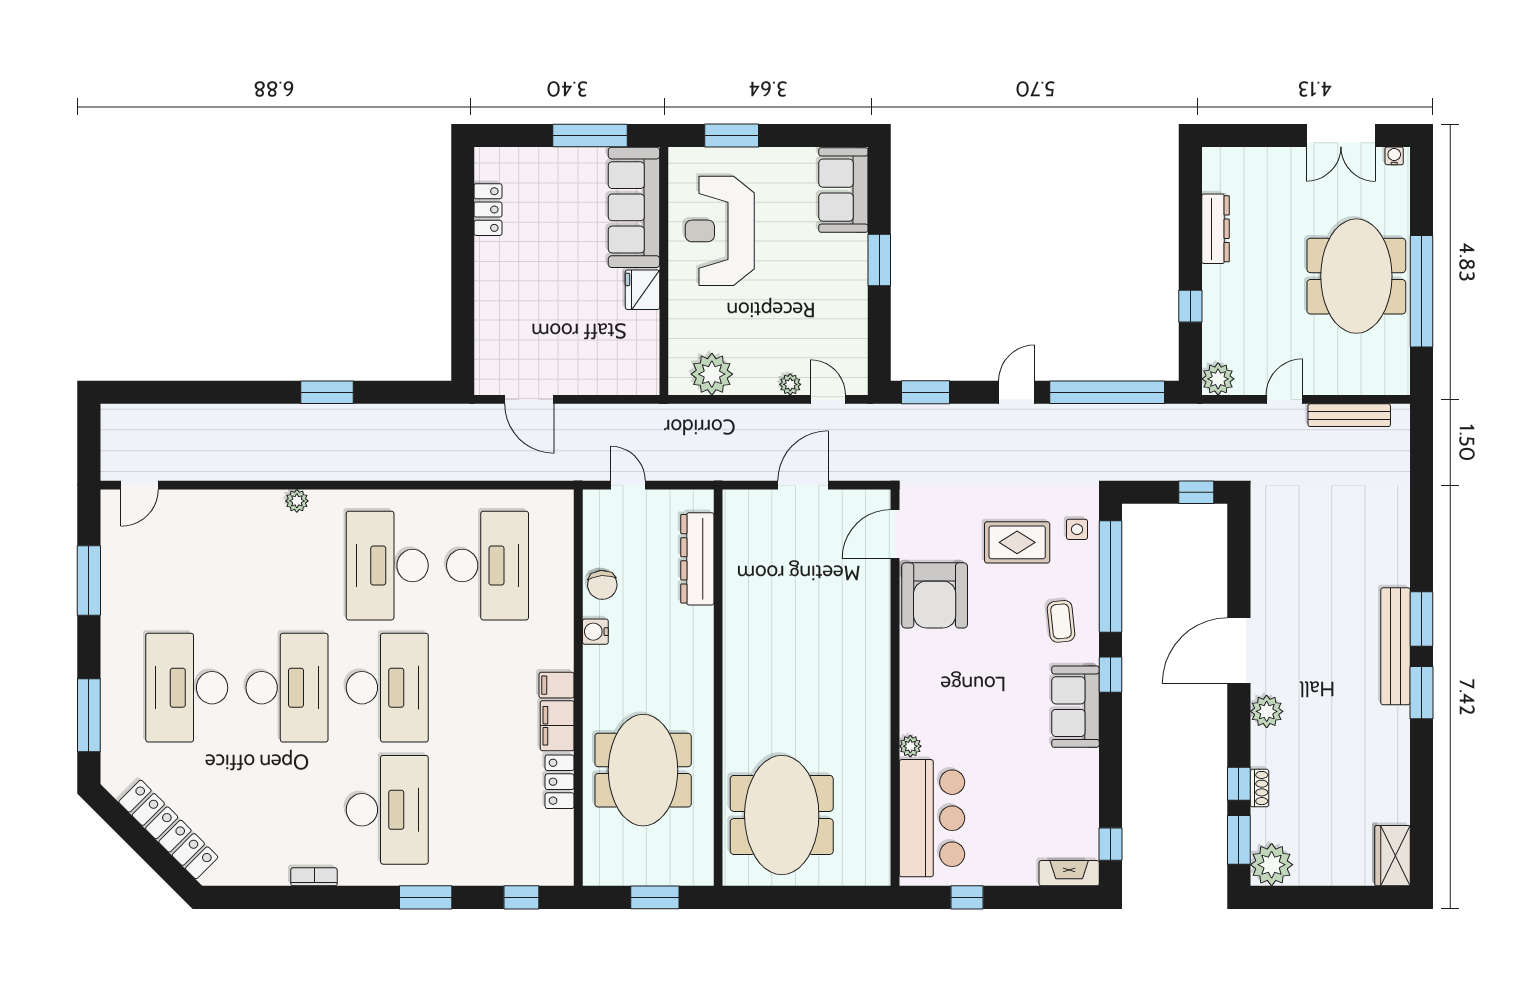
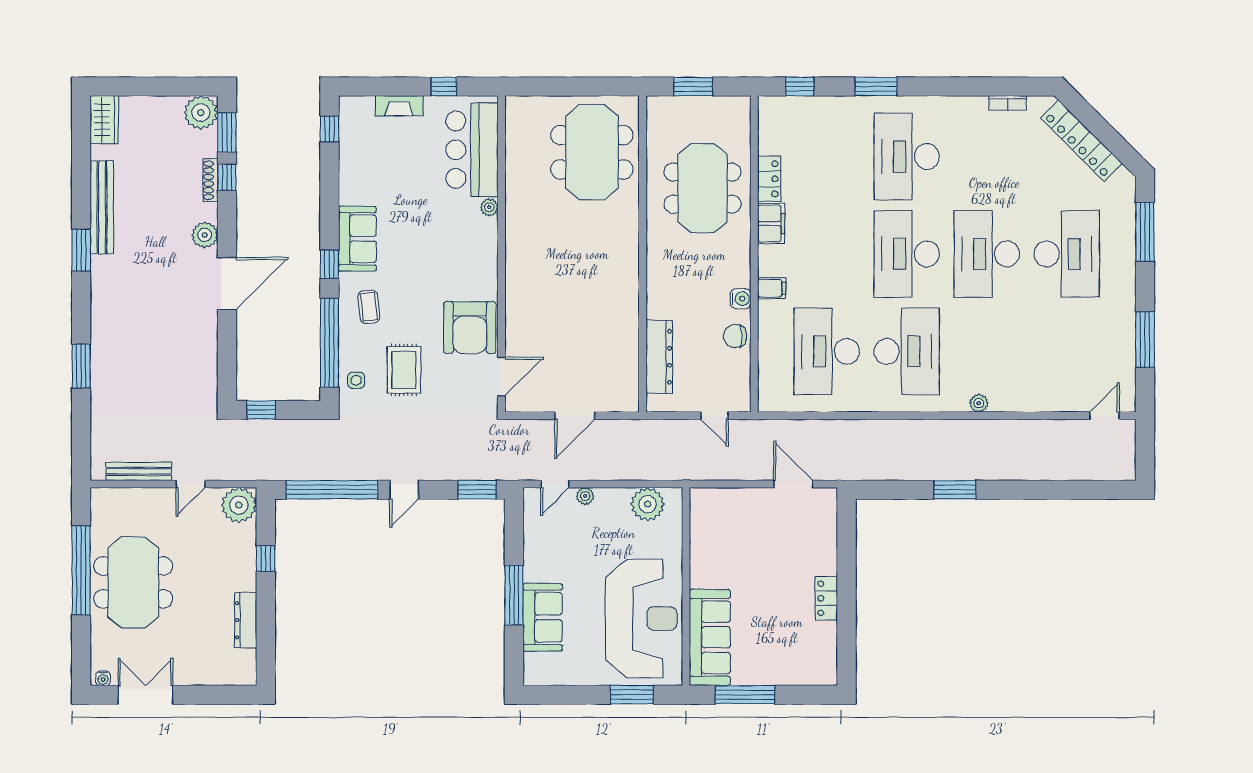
sofa: (843, 190) -> (543, 617), moved
locker: (488, 210) -> (826, 598), moved
reception desk: (720, 231) -> (641, 619), width x1.36, depth x1.30
window: (879, 260) -> (514, 595), width x1.44
fridge: (643, 290) -> (703, 572), removed
plant: (1218, 379) -> (239, 505), width x1.36, depth x1.36
door: (828, 399) -> (555, 484), hinge flipped
rug: (1017, 542) -> (404, 370), turned 90
chair: (602, 585) -> (735, 336), turned -86
armchair: (935, 595) -> (470, 328), turned 180
window: (1422, 619) -> (81, 366), moved
bench: (1396, 646) -> (102, 207), moved
filing cabinet: (557, 685) -> (772, 288), moved
shoe rack: (1259, 788) -> (210, 180), width x1.43
fireplace: (1069, 873) -> (399, 106), moved
bookcase: (314, 877) -> (1008, 103), moved

